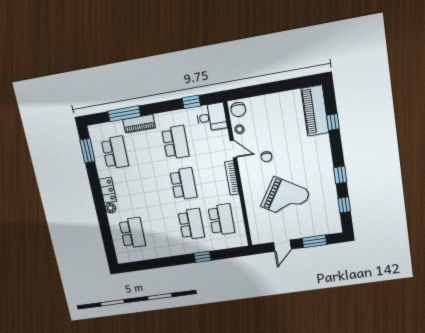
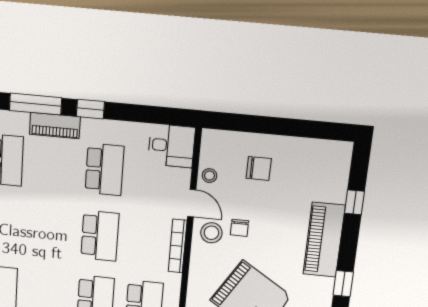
window: (191, 102) -> (90, 109), moved
chair: (238, 109) -> (259, 168), moved, turned -90
piano: (315, 111) -> (324, 240), moved
stool: (250, 164) -> (211, 233), added

